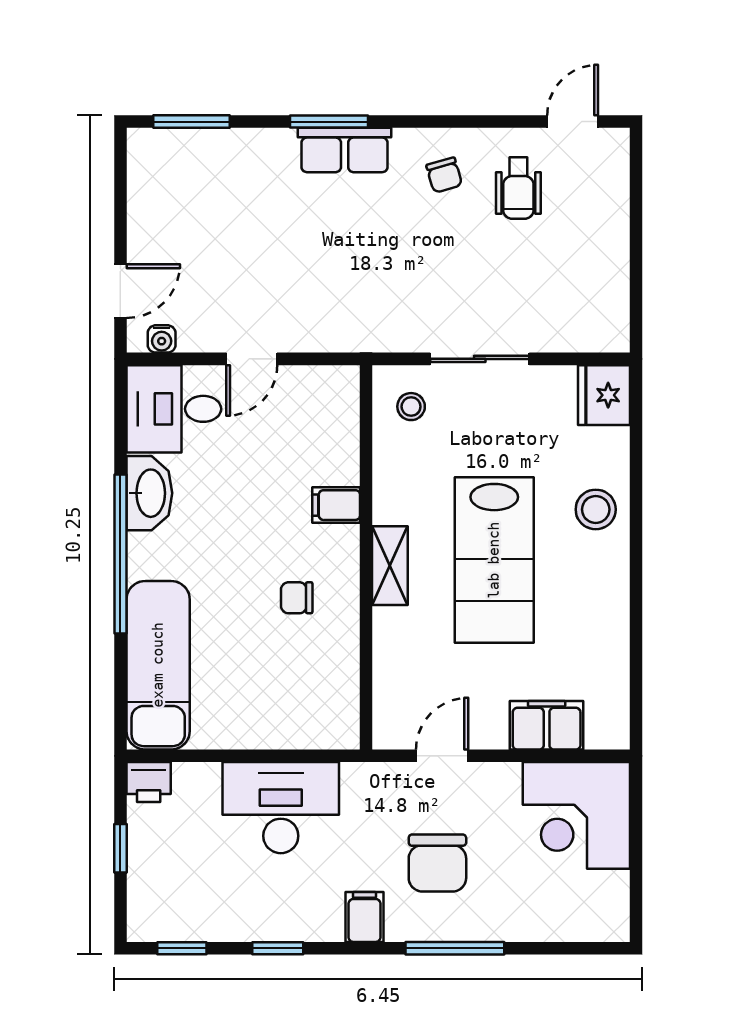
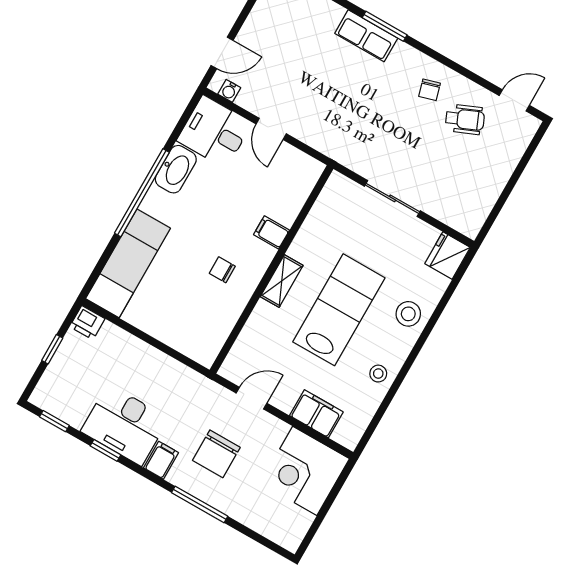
row of seats: (345, 150) -> (366, 36), moved
wheelchair: (518, 188) -> (465, 119), turned -113
door: (252, 359) -> (271, 129), hinge flipped
stool: (411, 407) -> (378, 374), moved
lab bench: (494, 560) -> (339, 310), turned 180
desk: (281, 808) -> (125, 425), moved, turned 180

